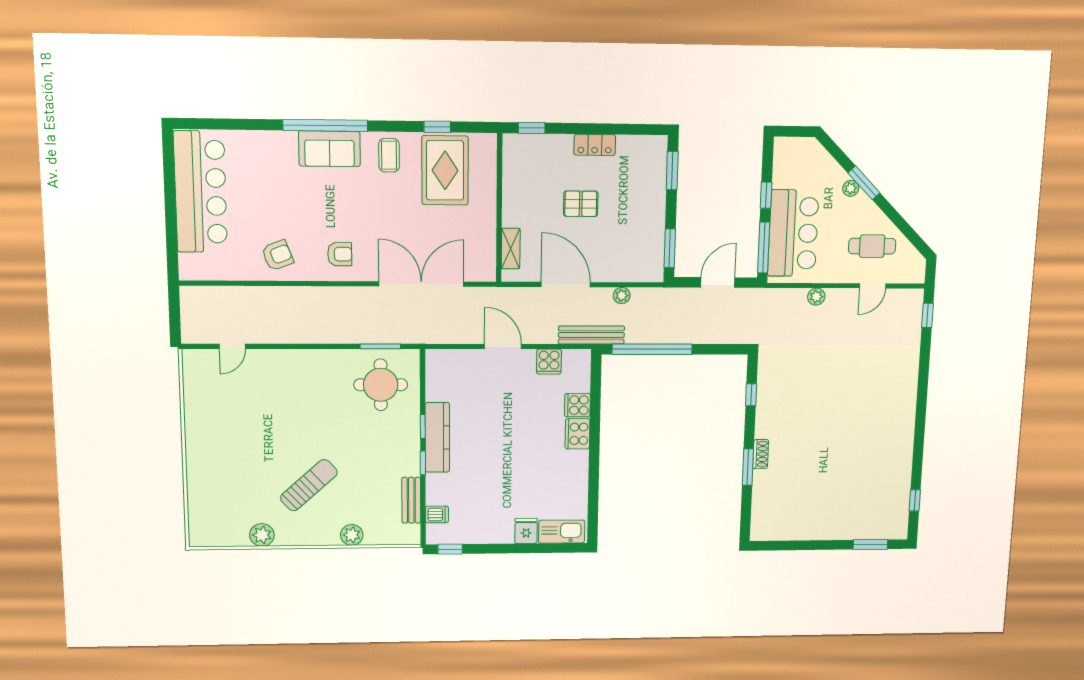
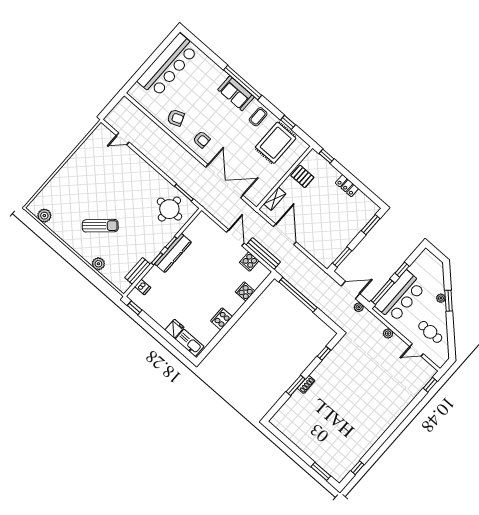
pallet: (581, 204) -> (302, 176), moved
plant: (622, 296) -> (359, 307), moved
bench: (591, 335) -> (263, 253), moved
cooker: (577, 434) -> (221, 319), moved
plant: (262, 535) -> (44, 216), moved

